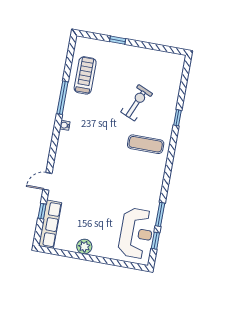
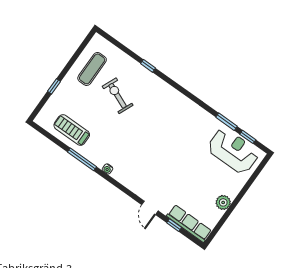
exercise mat: (146, 144) -> (92, 69), moved

